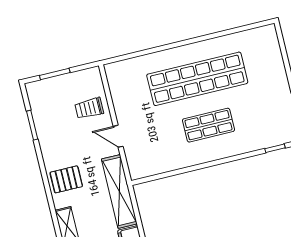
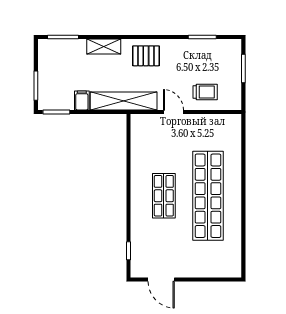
trolley: (89, 108) -> (205, 92), turned 90
door: (118, 136) -> (173, 112), hinge flipped
pallet: (66, 179) -> (146, 56), turned 90

